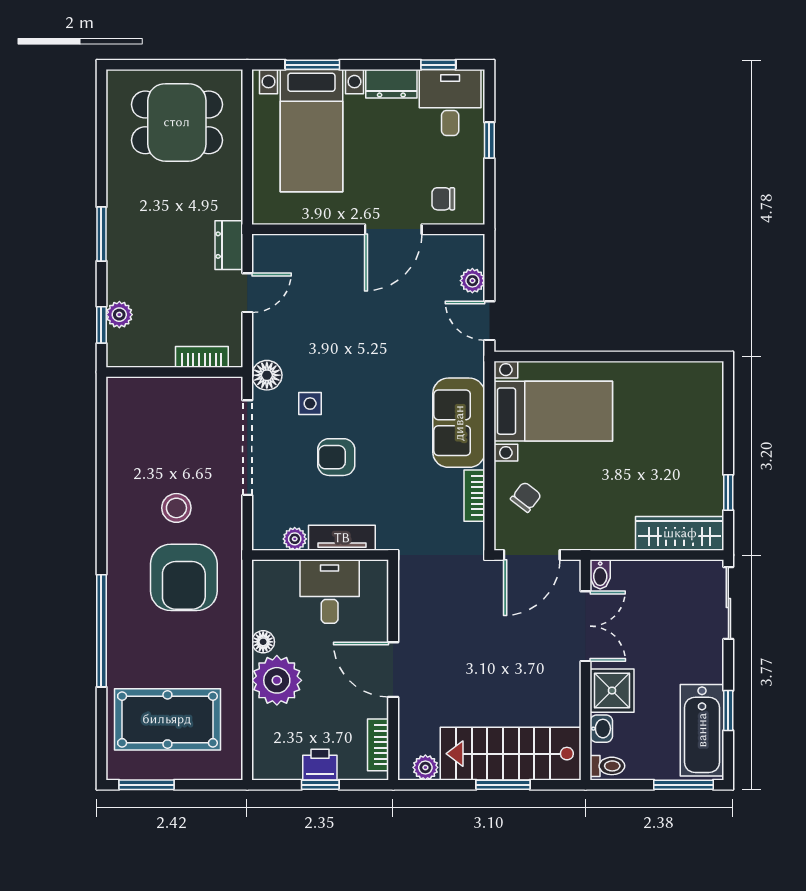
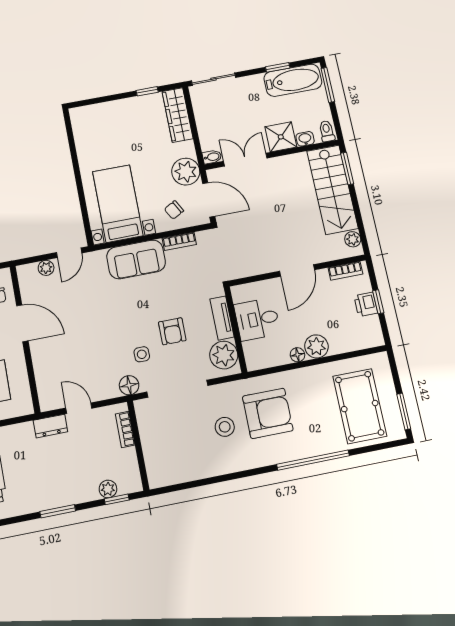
chair: (526, 497) -> (174, 210), turned -67
plant: (584, 528) -> (186, 172), added
plant: (295, 539) -> (224, 355), width x1.88, depth x1.88
plant: (277, 680) -> (316, 346), width x0.73, depth x0.73
window: (503, 785) -> (347, 168), moved

